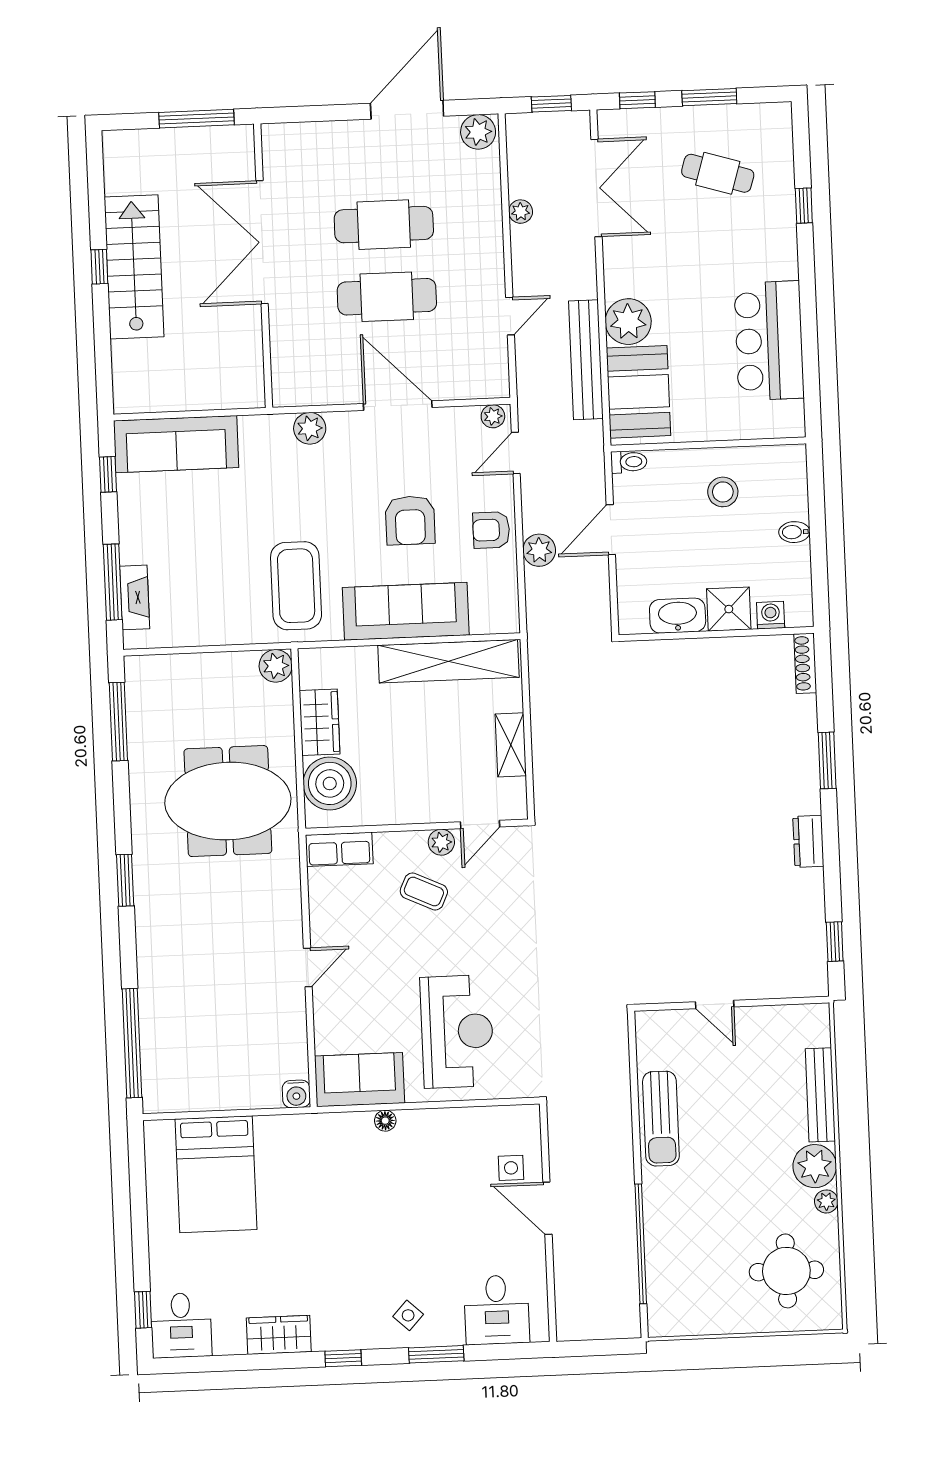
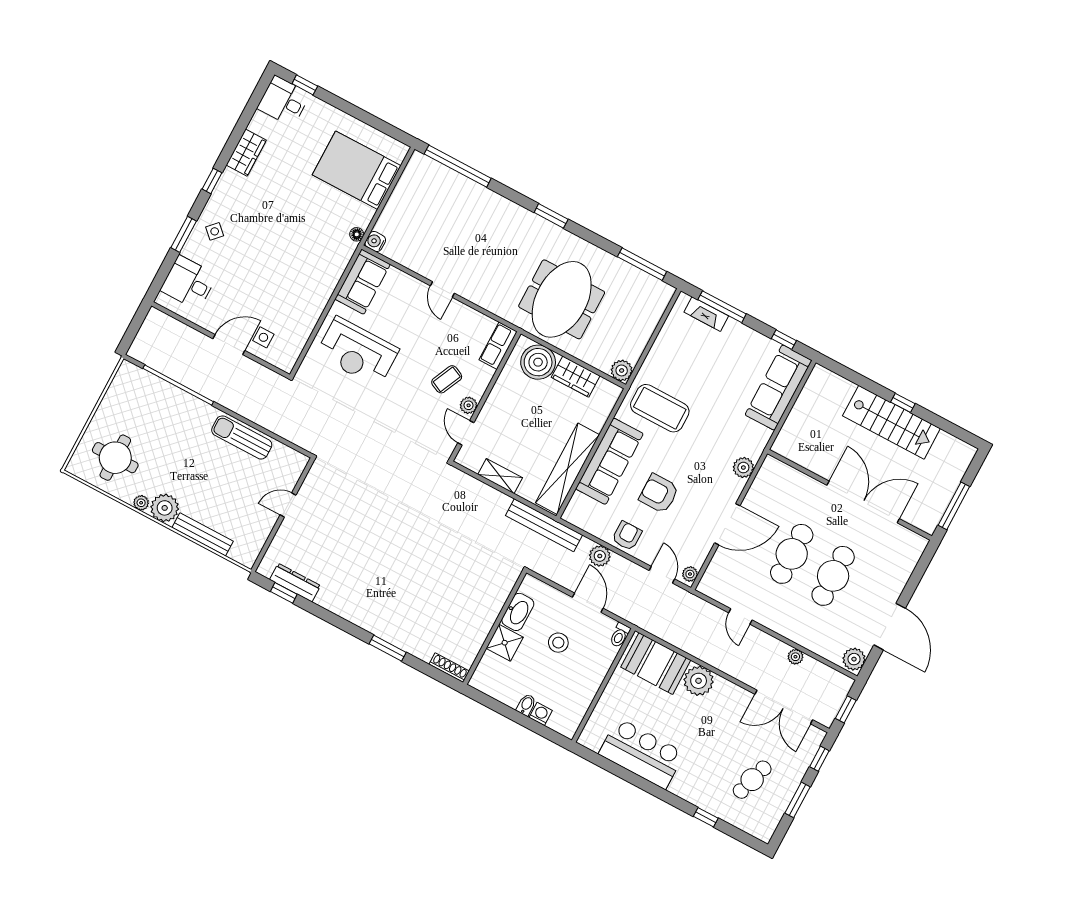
bench: (586, 360) -> (544, 525), moved
stool: (723, 492) -> (558, 643), moved
washing machine: (771, 615) -> (541, 714), moved, turned -90
dresser: (808, 841) -> (295, 583), moved, width x1.44
floor lamp: (385, 1121) -> (357, 234), moved

